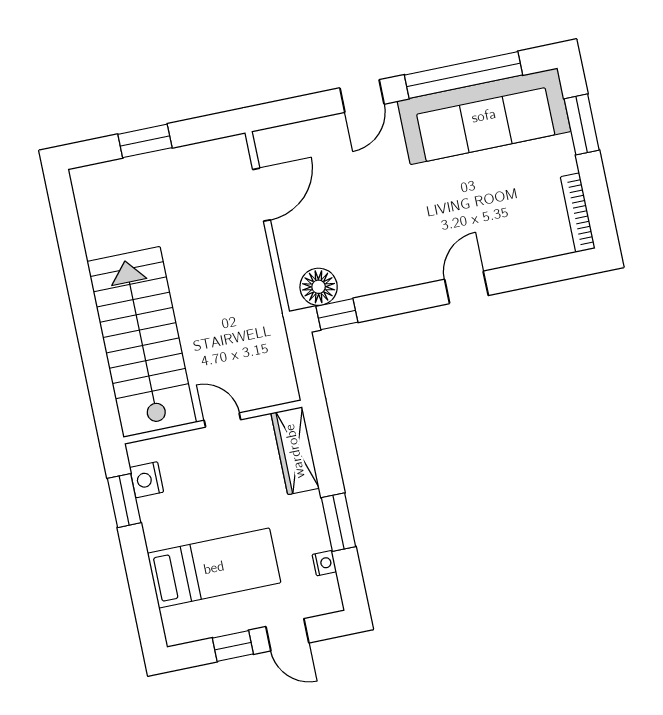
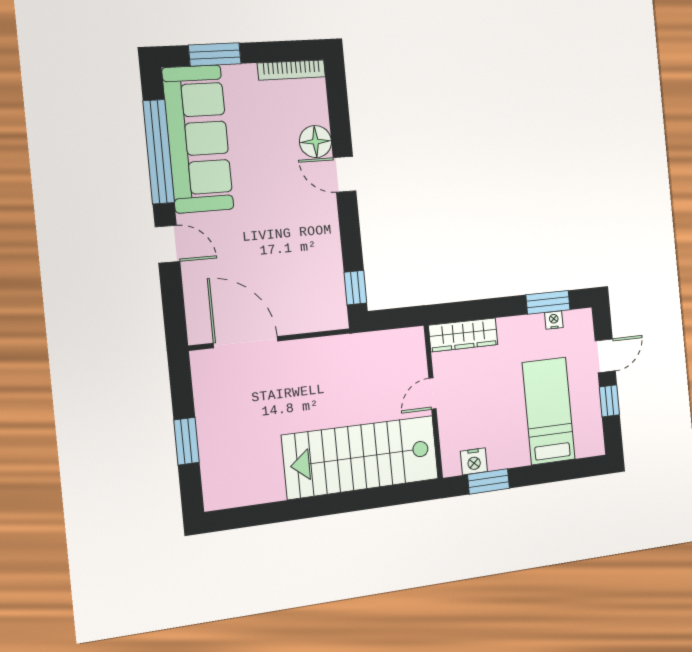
door: (262, 195) -> (246, 342), width x1.36
floor lamp: (319, 287) -> (315, 142), moved
window: (339, 522) -> (548, 302), moved

